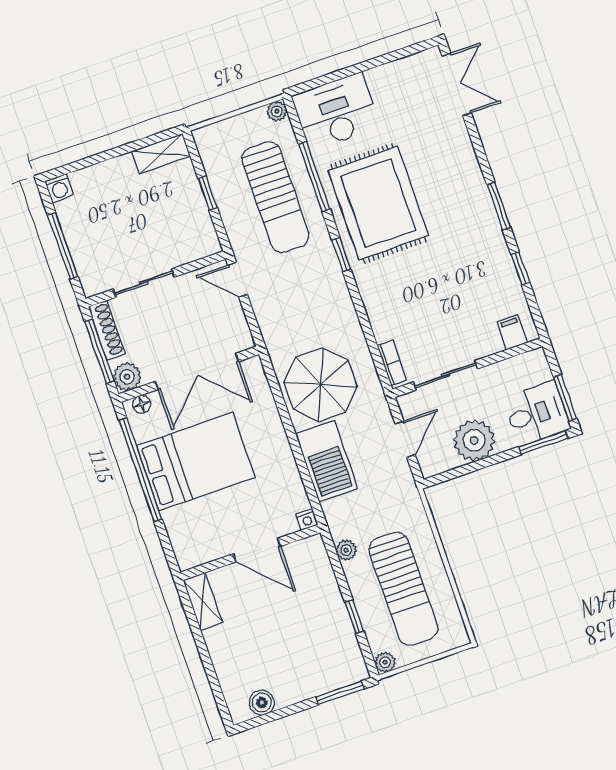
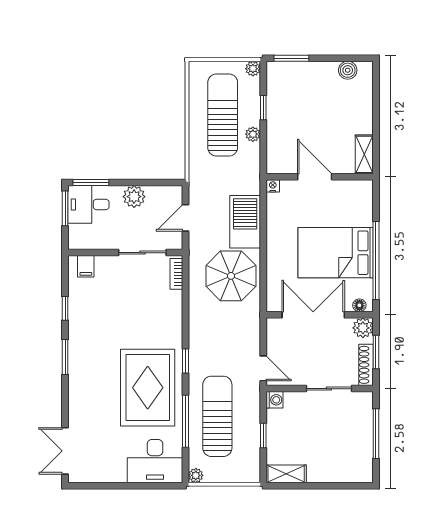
washing machine: (59, 188) -> (275, 400), moved, turned 90
window: (99, 351) -> (376, 352), width x0.69
plant: (474, 440) -> (134, 197), width x0.73, depth x0.73
plant: (346, 550) -> (253, 134), moved

